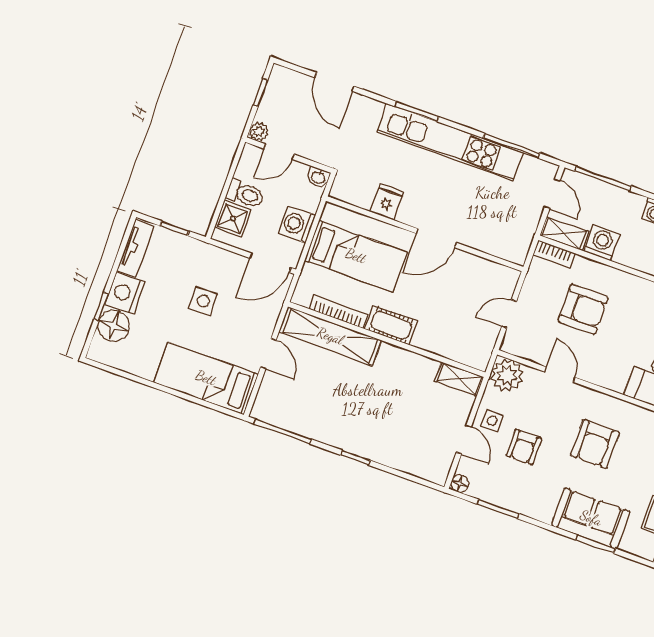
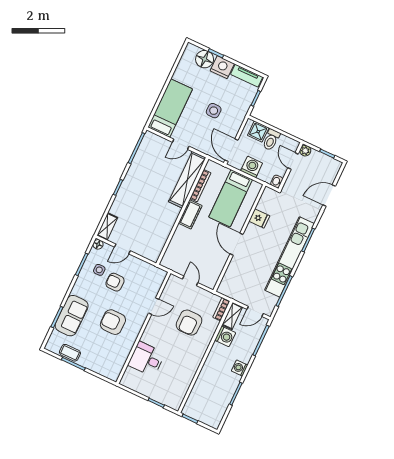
plant: (507, 375) -> (156, 276), removed
shelving: (459, 379) -> (107, 226), moved
side table: (492, 421) -> (99, 270), moved

